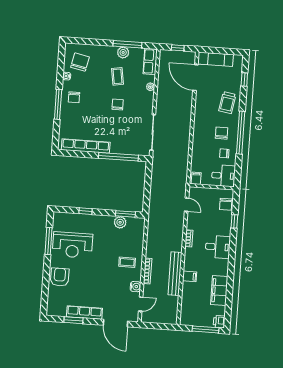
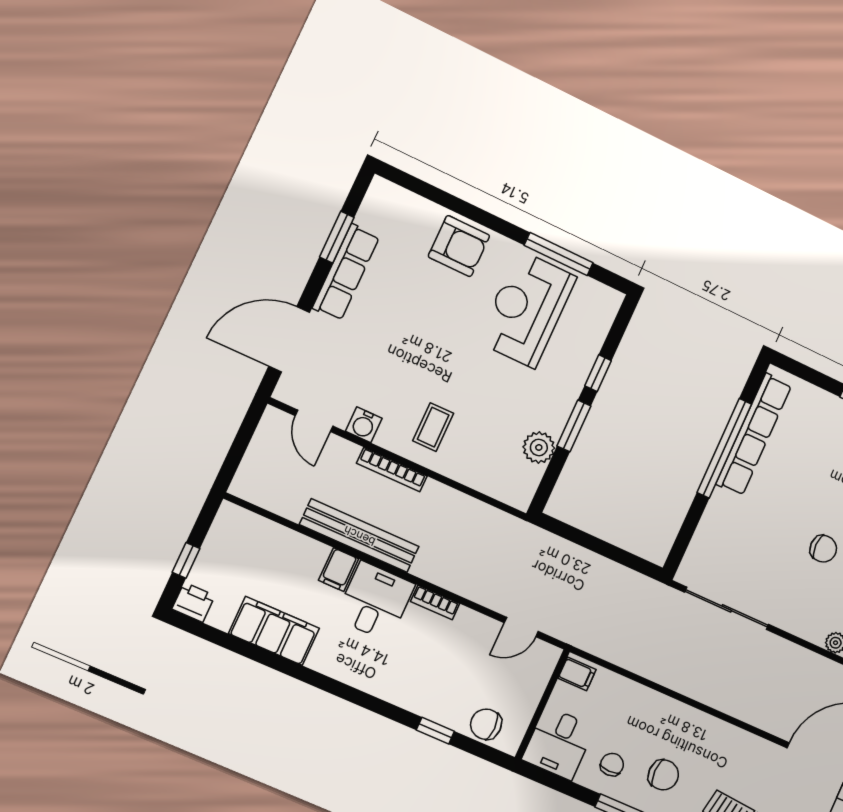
window: (118, 157) -> (724, 448), moved
window: (125, 214) -> (574, 426), moved
desk: (218, 247) -> (375, 601), moved, turned 180
window: (206, 329) -> (186, 560), width x0.46

